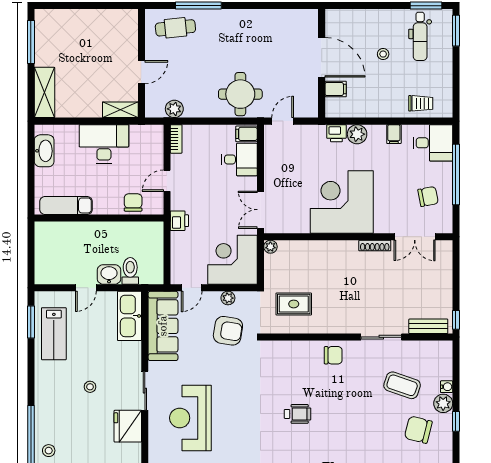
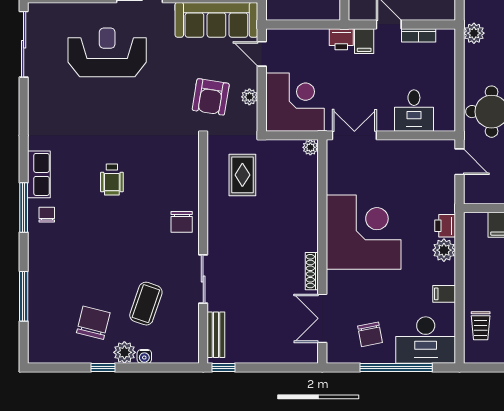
filing cabinet: (246, 134) -> (364, 41), moved, turned 180
bookcase: (176, 139) -> (419, 35), moved
desk: (433, 143) -> (426, 340), width x1.37

